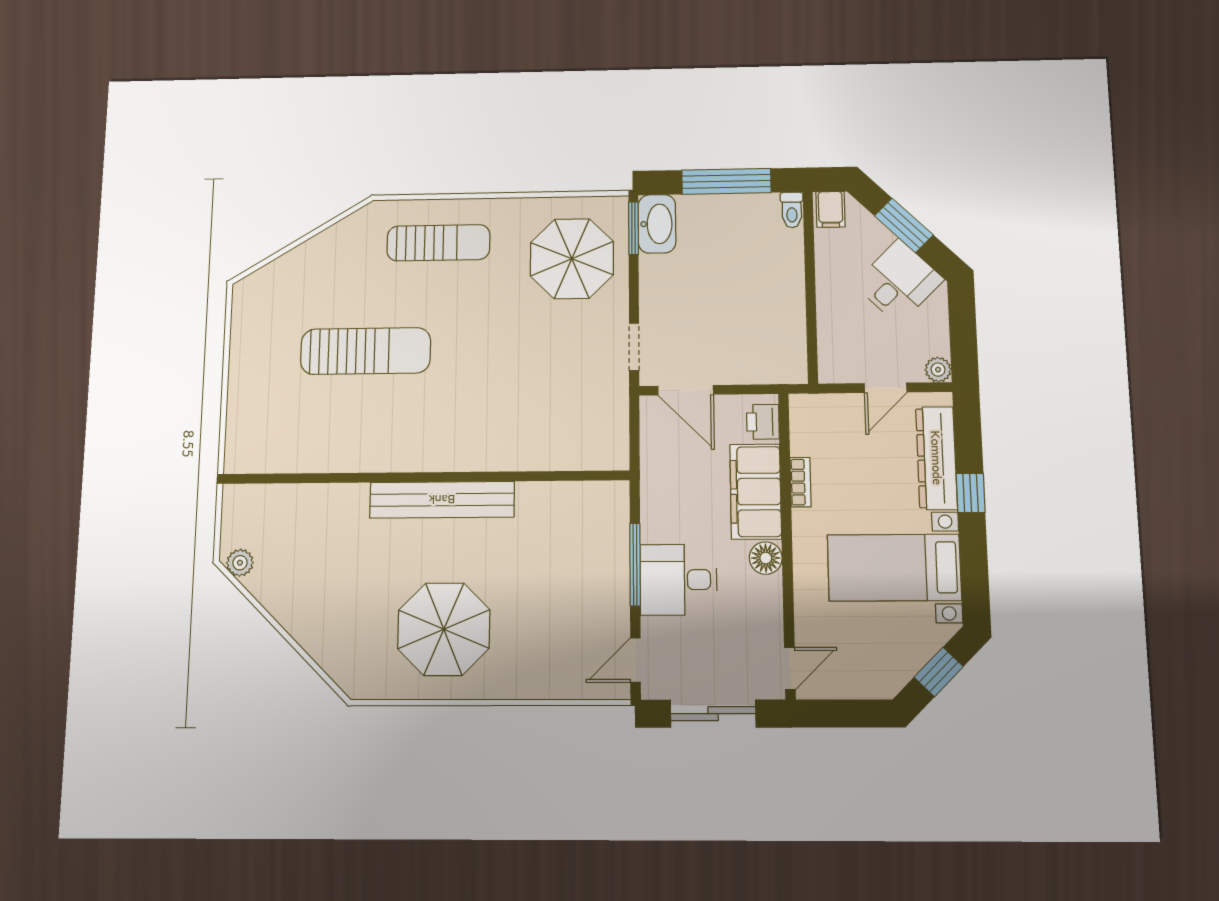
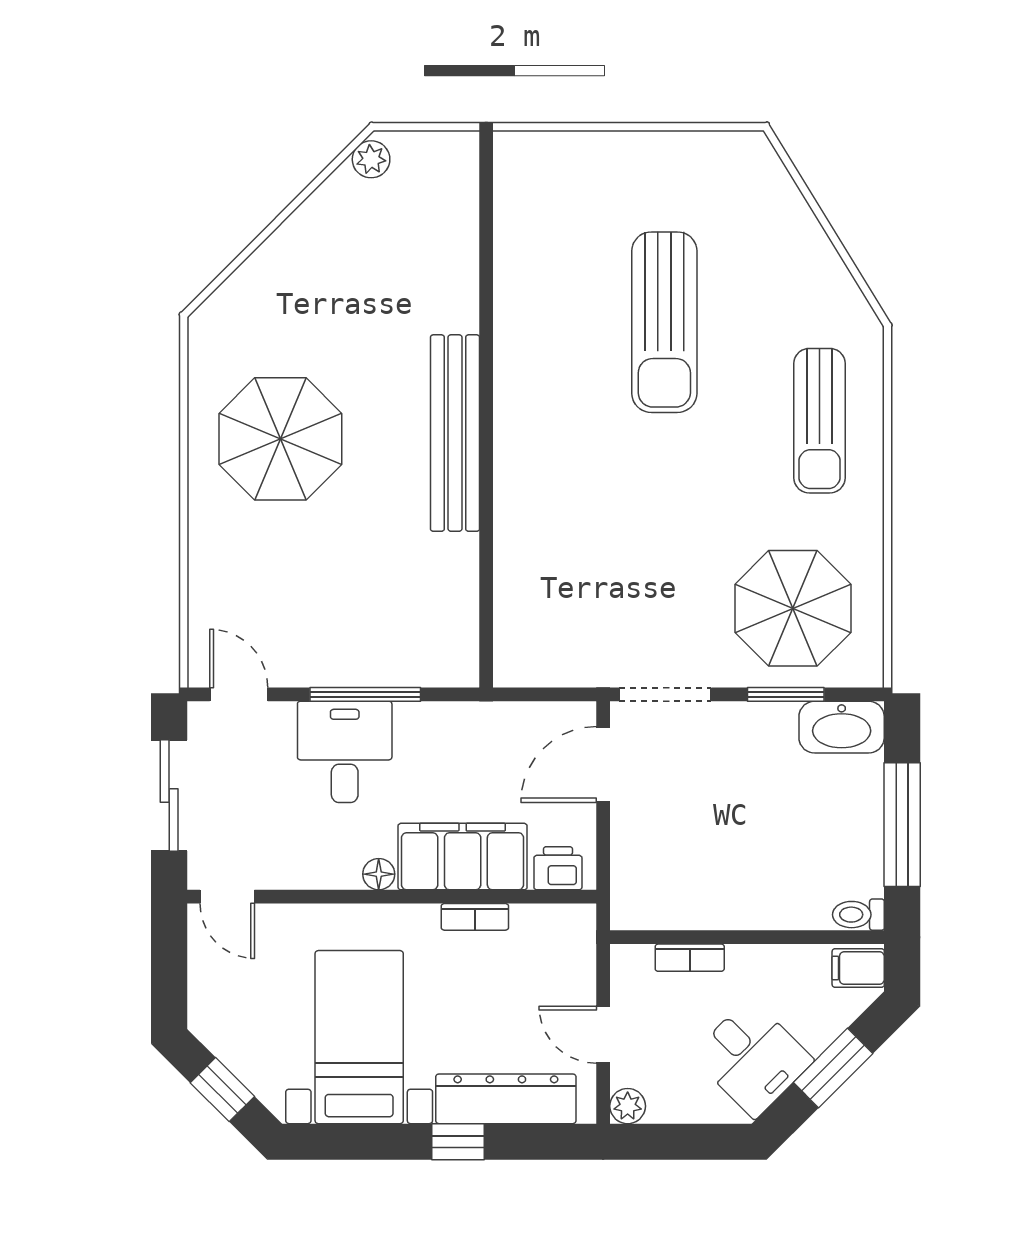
window: (633, 228) -> (786, 694), moved
bookcase: (826, 327) -> (690, 958), added
doorway: (634, 347) -> (665, 694), width x1.38
floor lamp: (766, 558) -> (379, 874), width x0.73, depth x0.73

